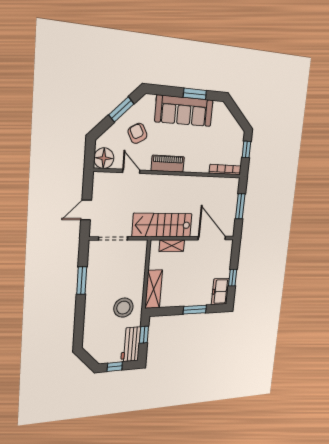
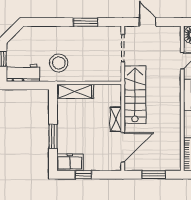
shelving: (172, 246) -> (116, 119), moved
window: (144, 335) -> (31, 85), removed

